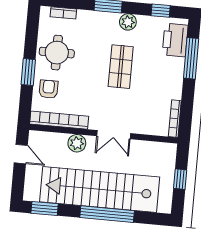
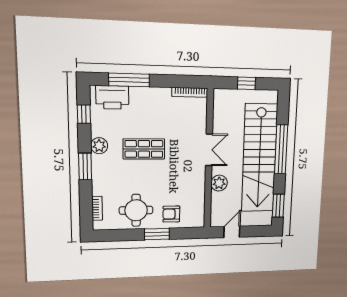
bookcase: (59, 120) -> (199, 201), removed

